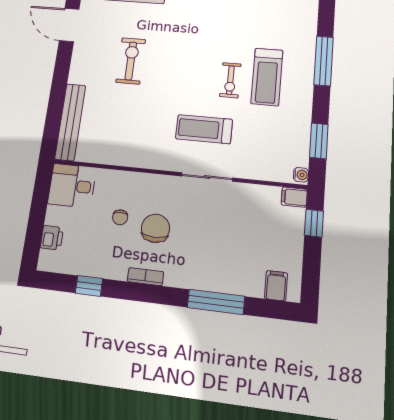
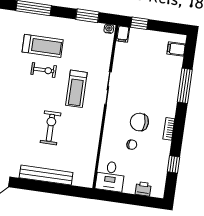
exercise bike: (131, 61) -> (50, 128), moved, turned 90
bench: (70, 122) -> (46, 175), moved

